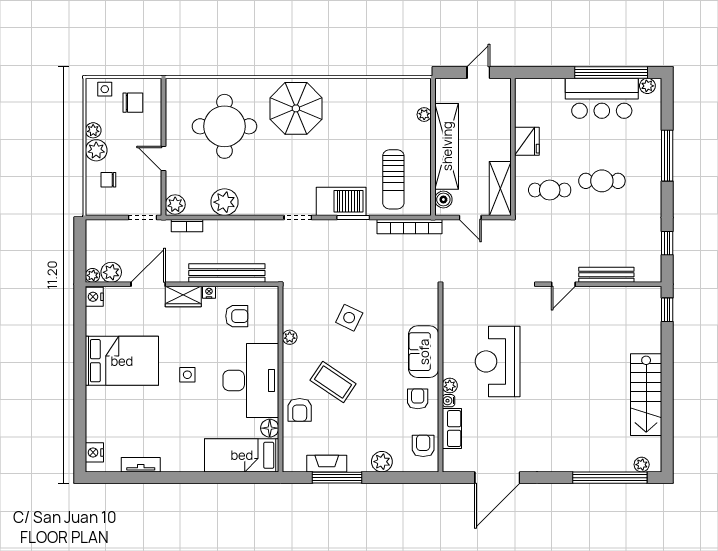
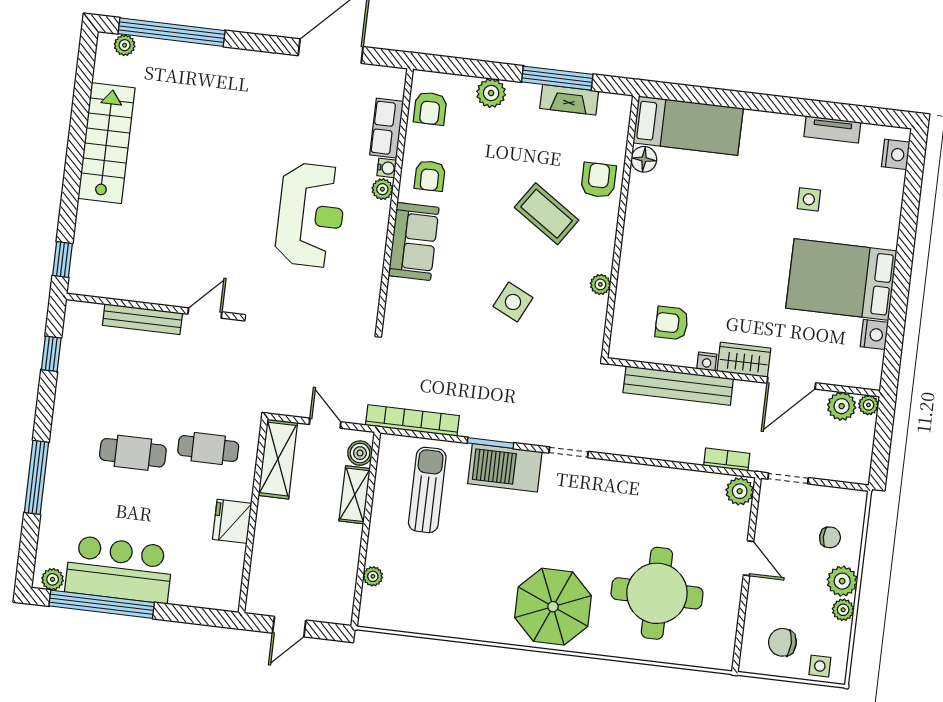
shelving: (447, 146) -> (355, 495), width x0.45, depth x0.75
plant: (224, 202) -> (670, 486), removed
nightstand: (94, 297) -> (874, 335), moved
side table: (187, 375) -> (809, 199), moved
desk: (251, 380) -> (662, 230), removed

